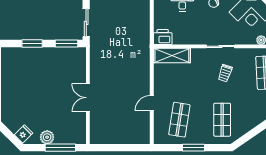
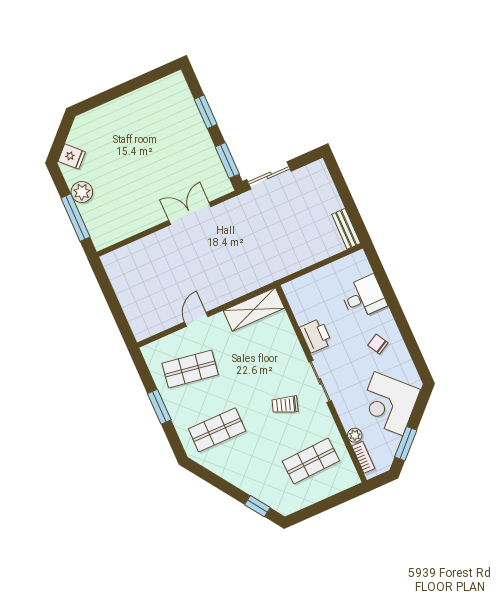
printer: (163, 37) -> (316, 336), moved
shelving: (172, 56) -> (254, 309), moved, turned 90
double door: (88, 98) -> (190, 213), moved
door: (152, 103) -> (196, 319), hinge flipped

